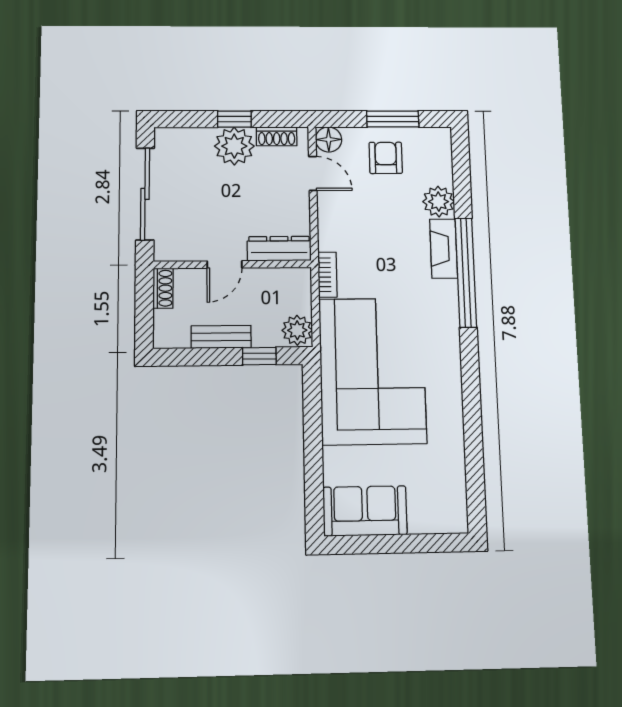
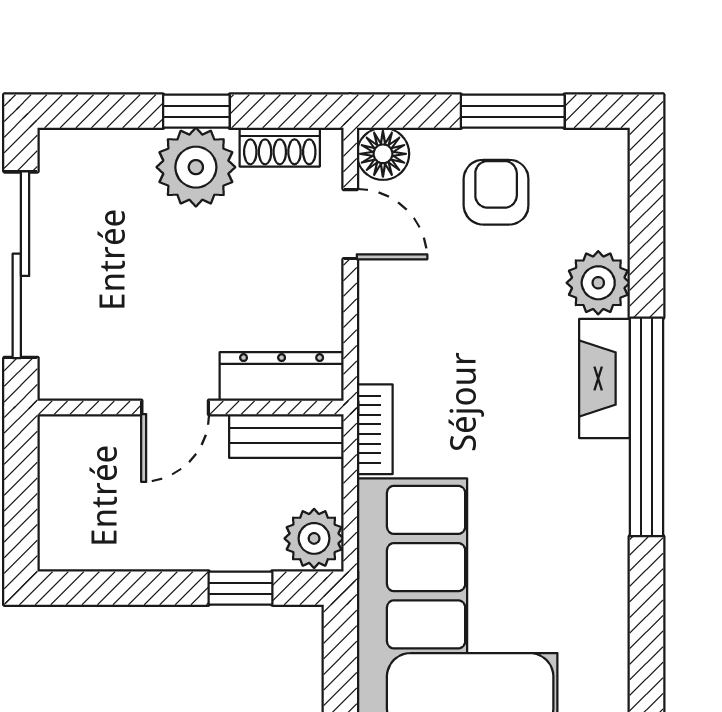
shoe rack: (163, 288) -> (57, 453), removed
bench: (221, 337) -> (286, 436), moved

